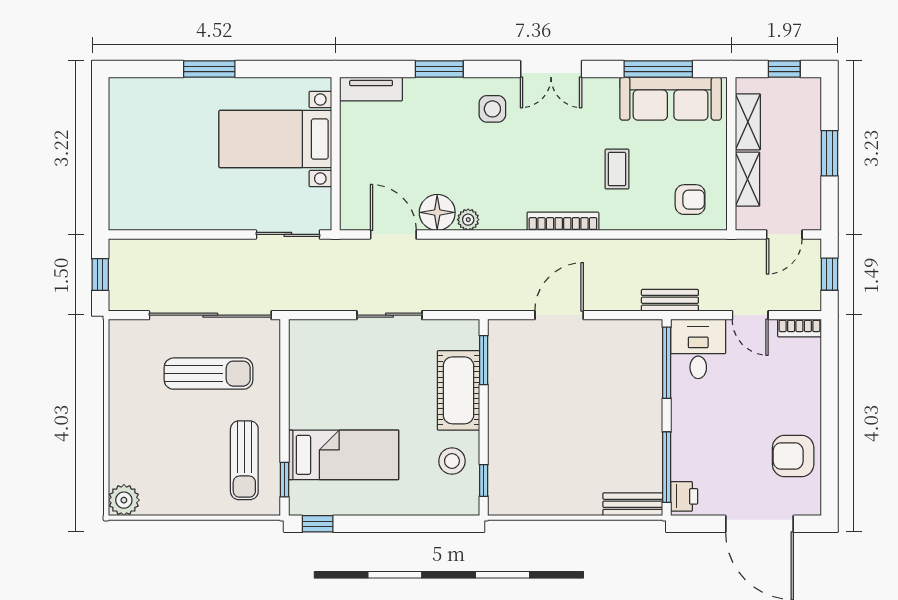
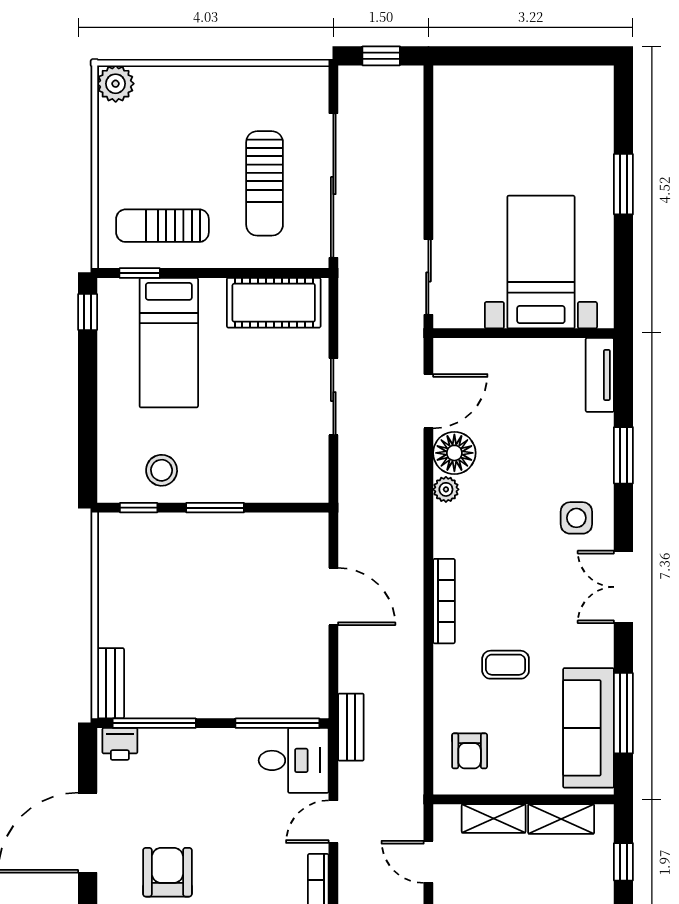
window: (484, 360) -> (215, 508), moved
cot: (458, 390) -> (274, 303), moved

